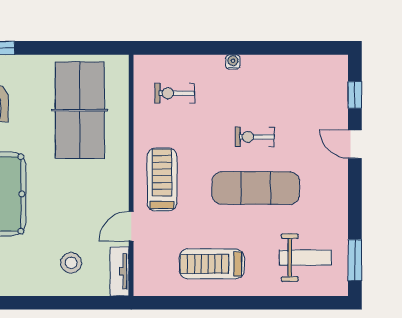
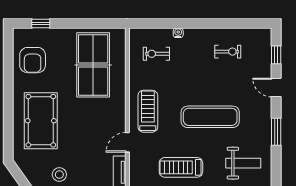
water cooler: (233, 62) -> (178, 33), moved
exercise bike: (255, 137) -> (228, 52), moved, turned 180
window: (355, 260) -> (276, 132), moved
stool: (71, 263) -> (59, 175), moved

